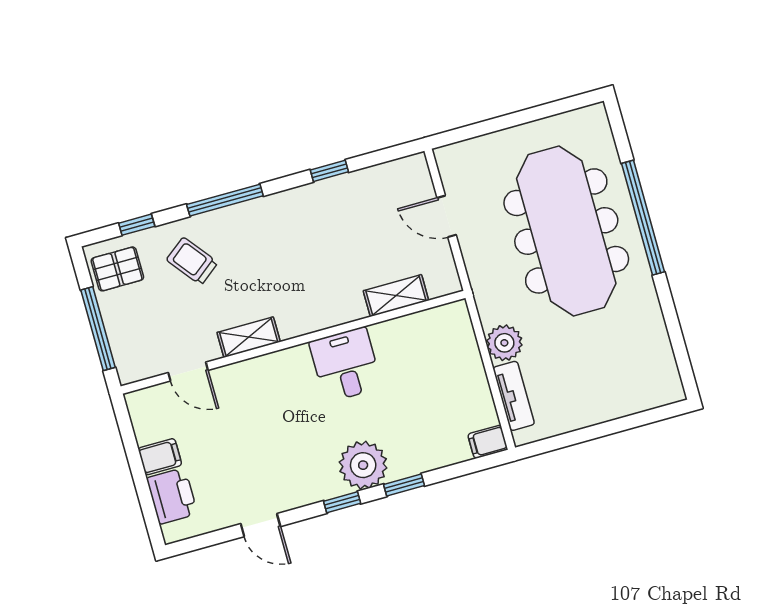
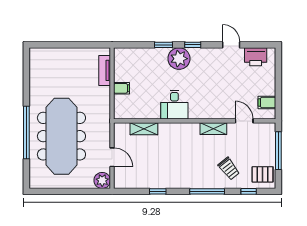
plant: (504, 343) -> (102, 180), moved
filing cabinet: (488, 442) -> (122, 88), moved
filing cabinet: (160, 457) -> (267, 103), moved
printer: (172, 496) -> (256, 57), moved, turned -90

